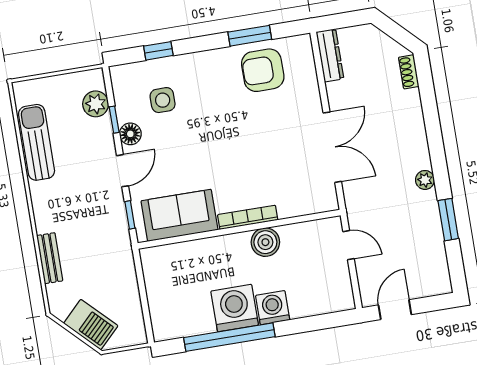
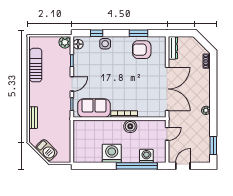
side table: (163, 100) -> (105, 44), moved
plant: (96, 104) -> (65, 42), moved
floor lamp: (130, 134) -> (78, 44), moved
double door: (332, 147) -> (167, 89), width x1.36
window: (448, 220) -> (213, 145), moved
door: (348, 245) -> (167, 134), hinge flipped
washing machine: (273, 308) -> (146, 156), moved
window: (229, 337) -> (137, 166), moved

